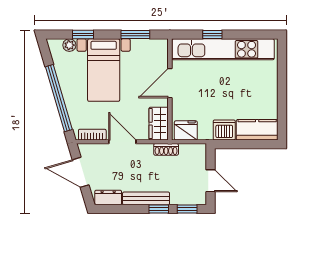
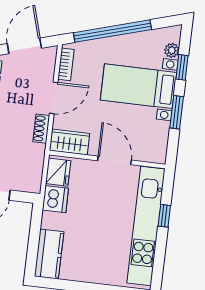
window: (135, 35) -> (177, 112), moved
dishwasher: (224, 130) -> (55, 199), moved
shoe rack: (166, 149) -> (41, 129), moved

